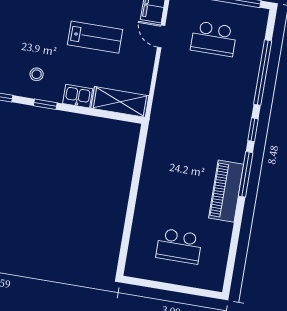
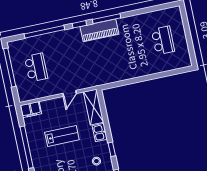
door: (161, 36) -> (70, 93), moved
lab bench: (95, 37) -> (62, 136), turned 90
piano: (226, 191) -> (99, 30), moved

